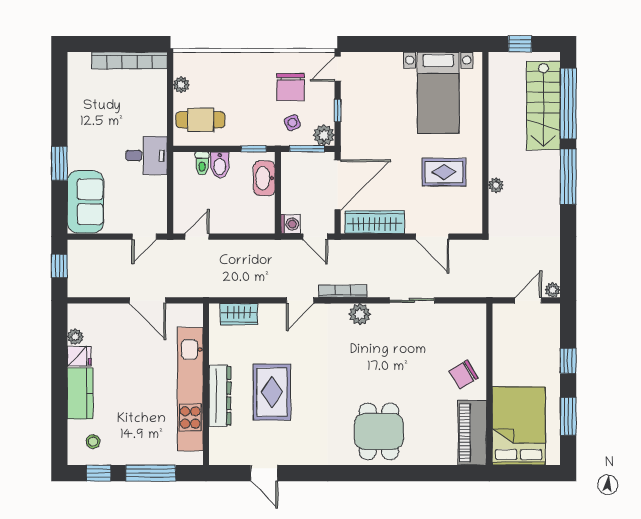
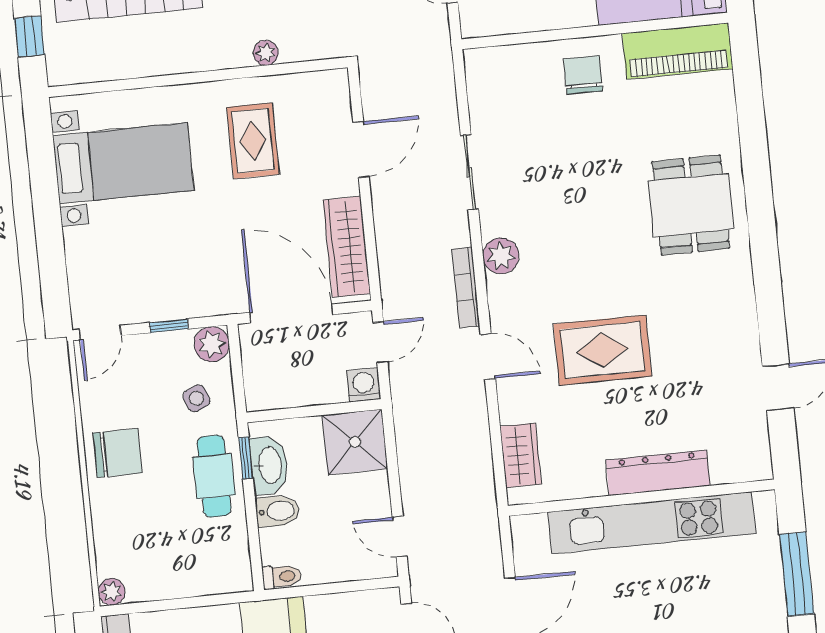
door: (338, 69) -> (100, 333), hinge flipped
plant: (181, 85) -> (112, 592), moved
chair: (291, 87) -> (117, 453), moved
cafe table: (200, 120) -> (214, 476), moved
window: (307, 149) -> (237, 370), removed
toilet: (202, 163) -> (282, 576), moved
washbasin: (264, 178) -> (269, 465), moved, turned -90
shower: (257, 215) -> (355, 442), added
chair: (464, 375) -> (583, 75), turned -149
rug: (272, 392) -> (603, 350), moved
dining table: (379, 431) -> (691, 205), turned 90

